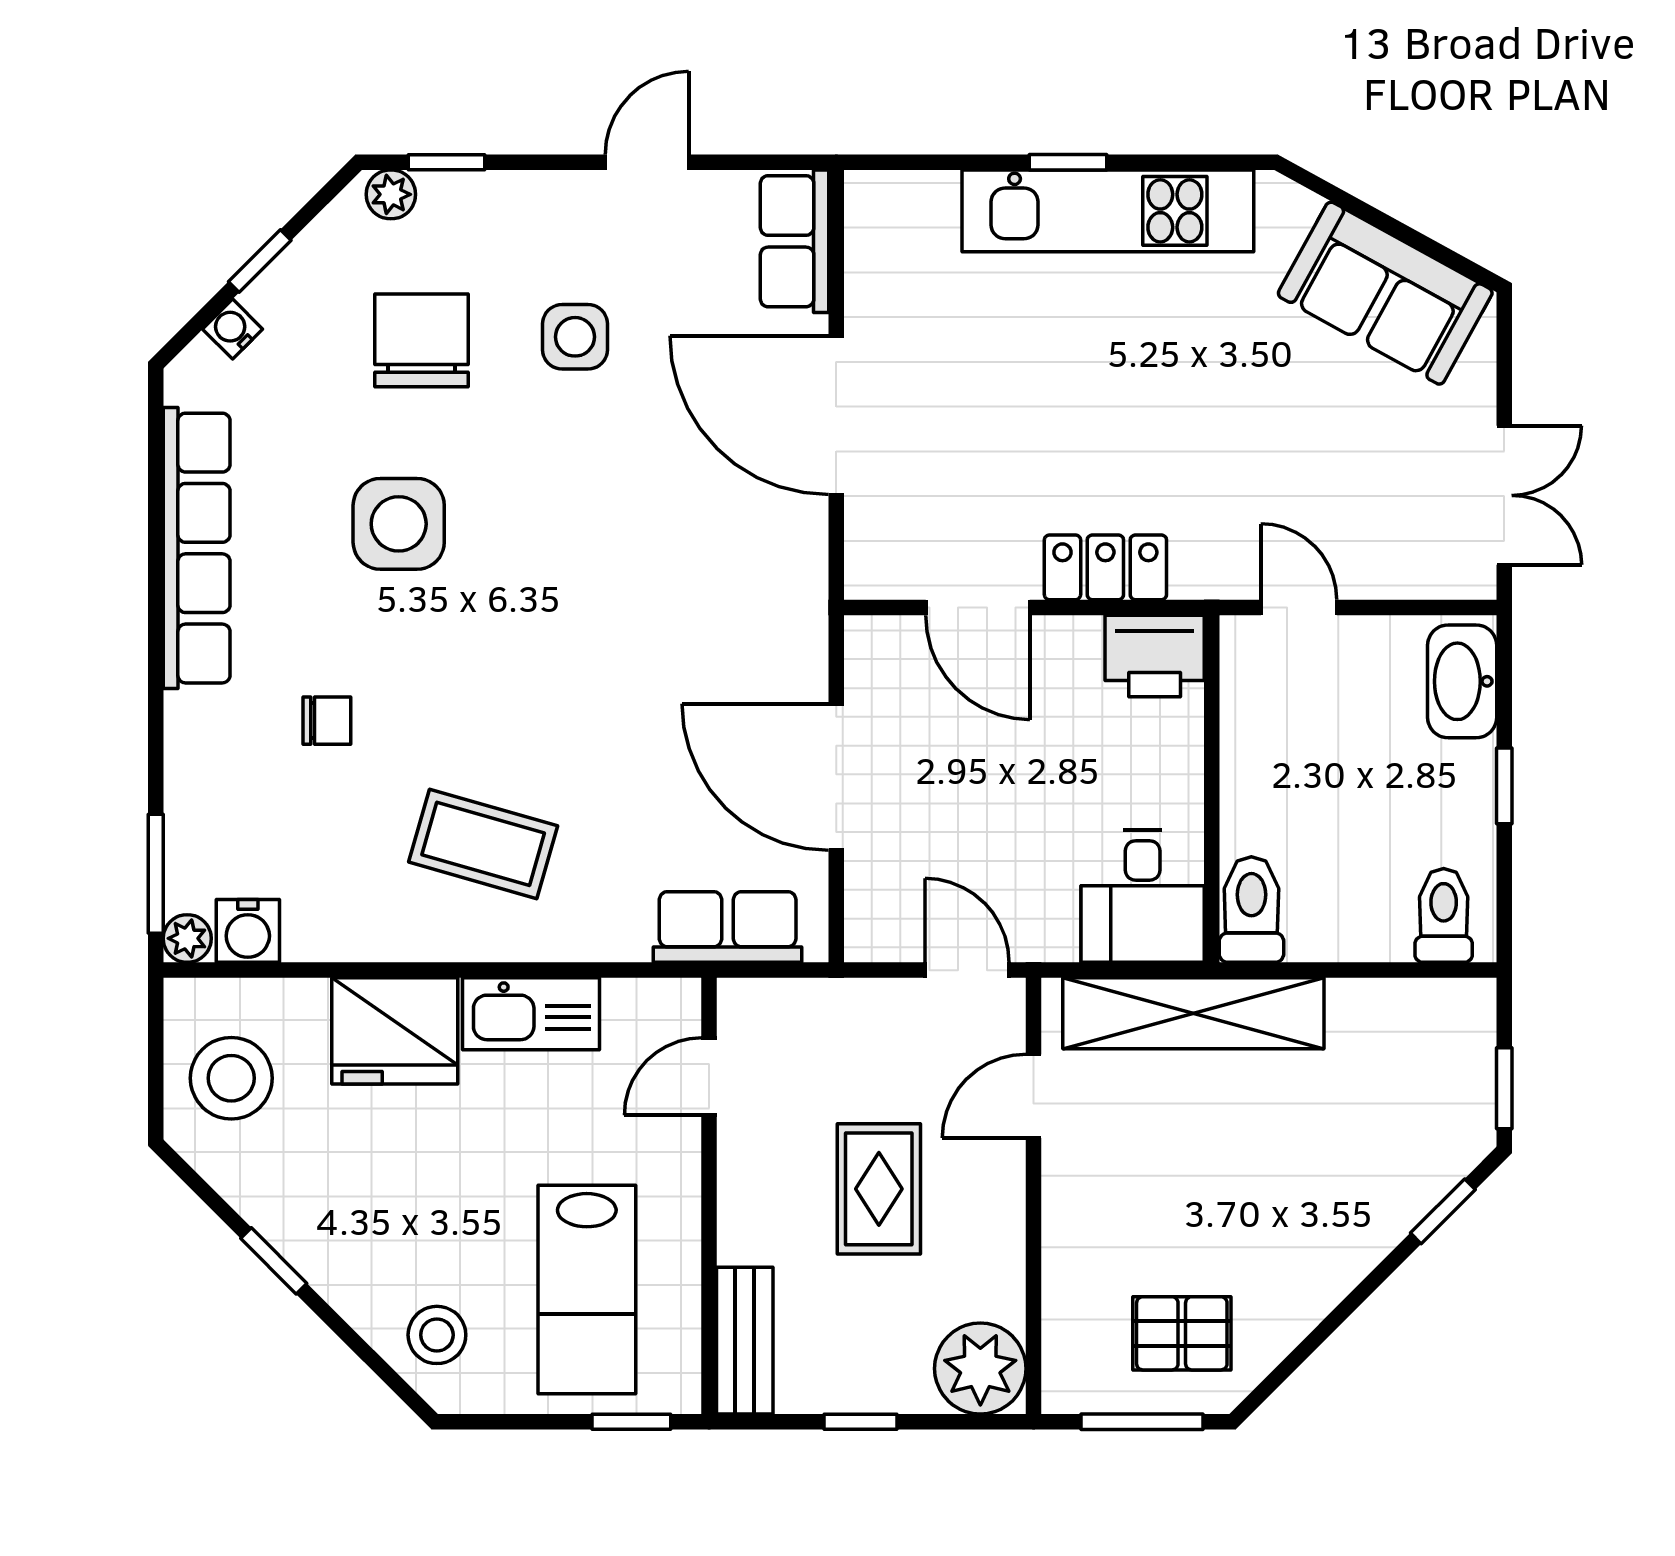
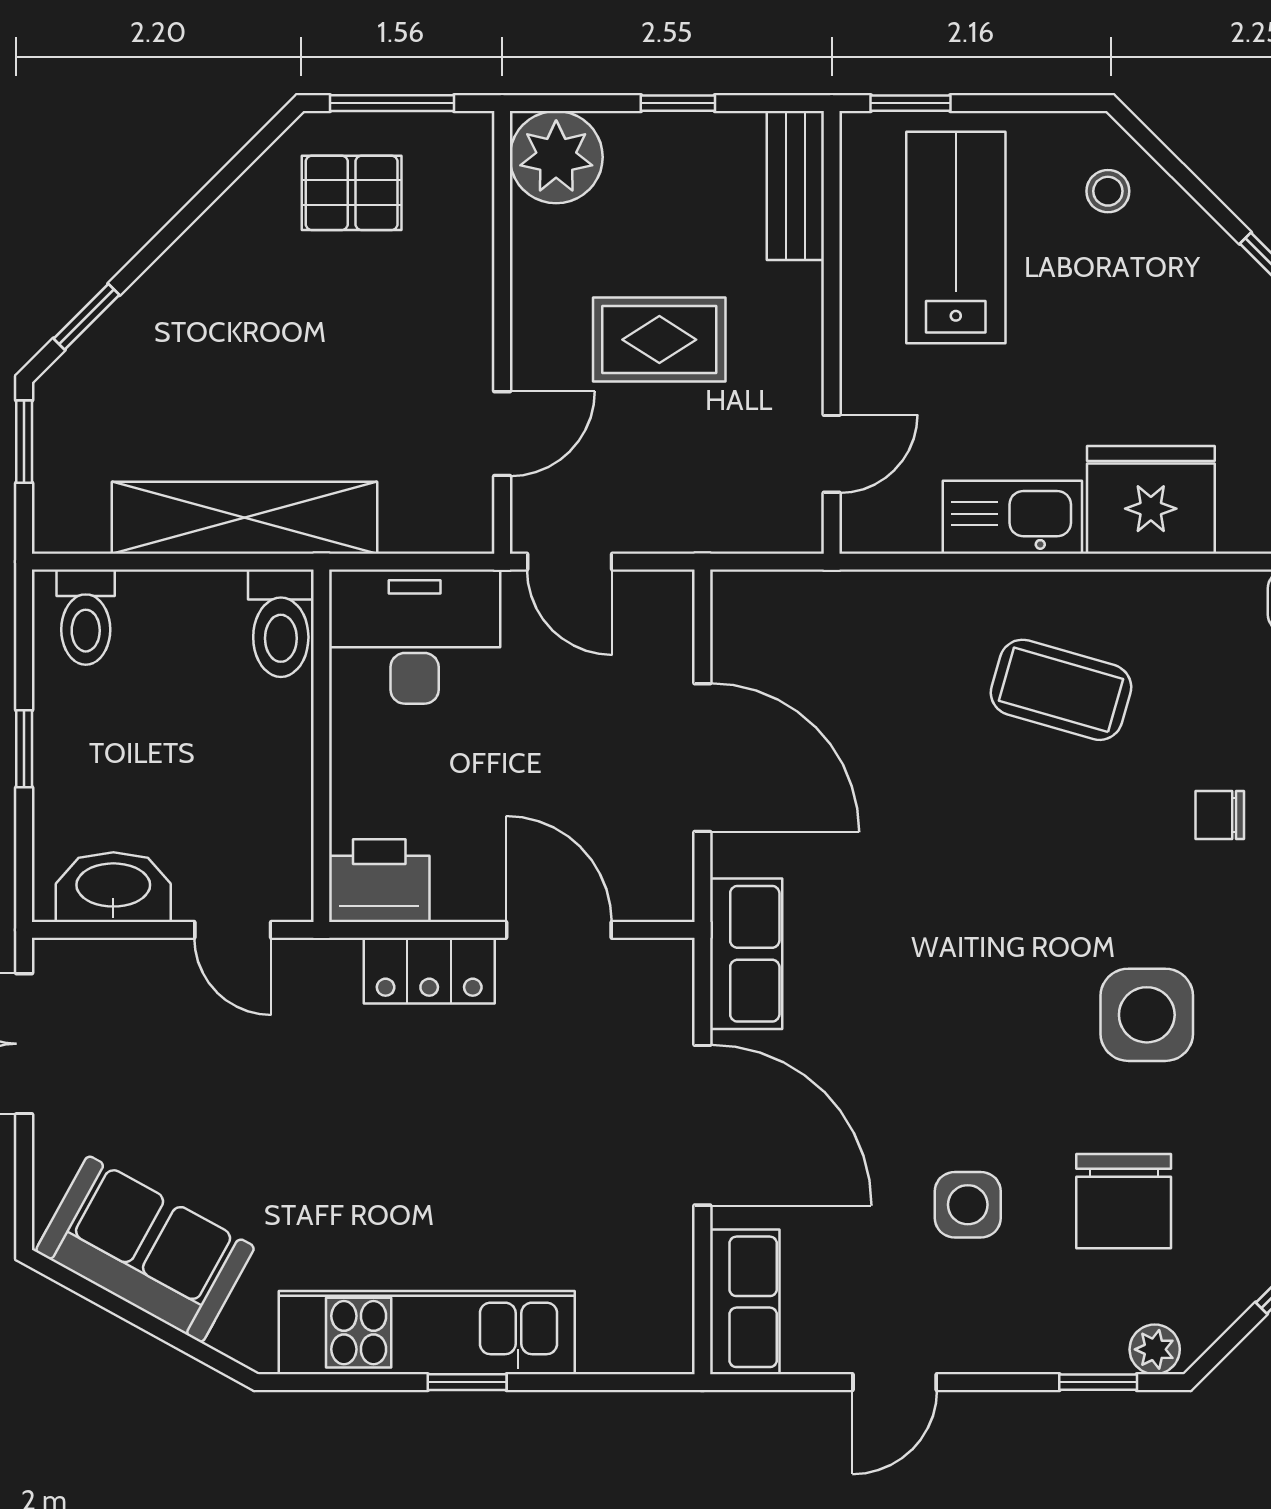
washbasin: (1462, 681) -> (113, 887), moved, turned -90
desk: (1143, 896) -> (415, 637), width x1.37
row of seats: (728, 927) -> (746, 954), moved, turned -90
shelving: (1193, 1013) -> (245, 518), moved
rug: (879, 1189) -> (659, 340), turned 90
stool: (437, 1335) -> (1108, 191), width x0.73, depth x0.73

